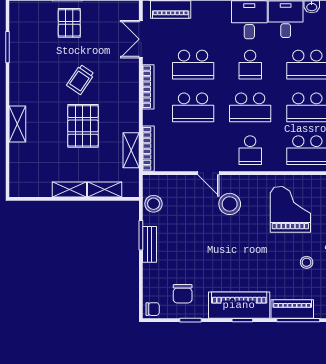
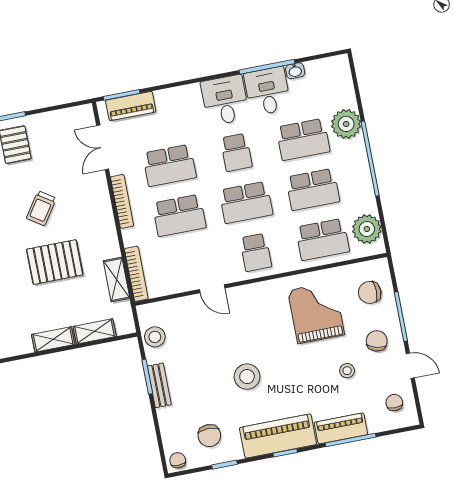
pallet: (83, 126) -> (55, 262), turned 90
stool: (230, 204) -> (247, 377), moved
chair: (153, 309) -> (178, 460), turned -90

